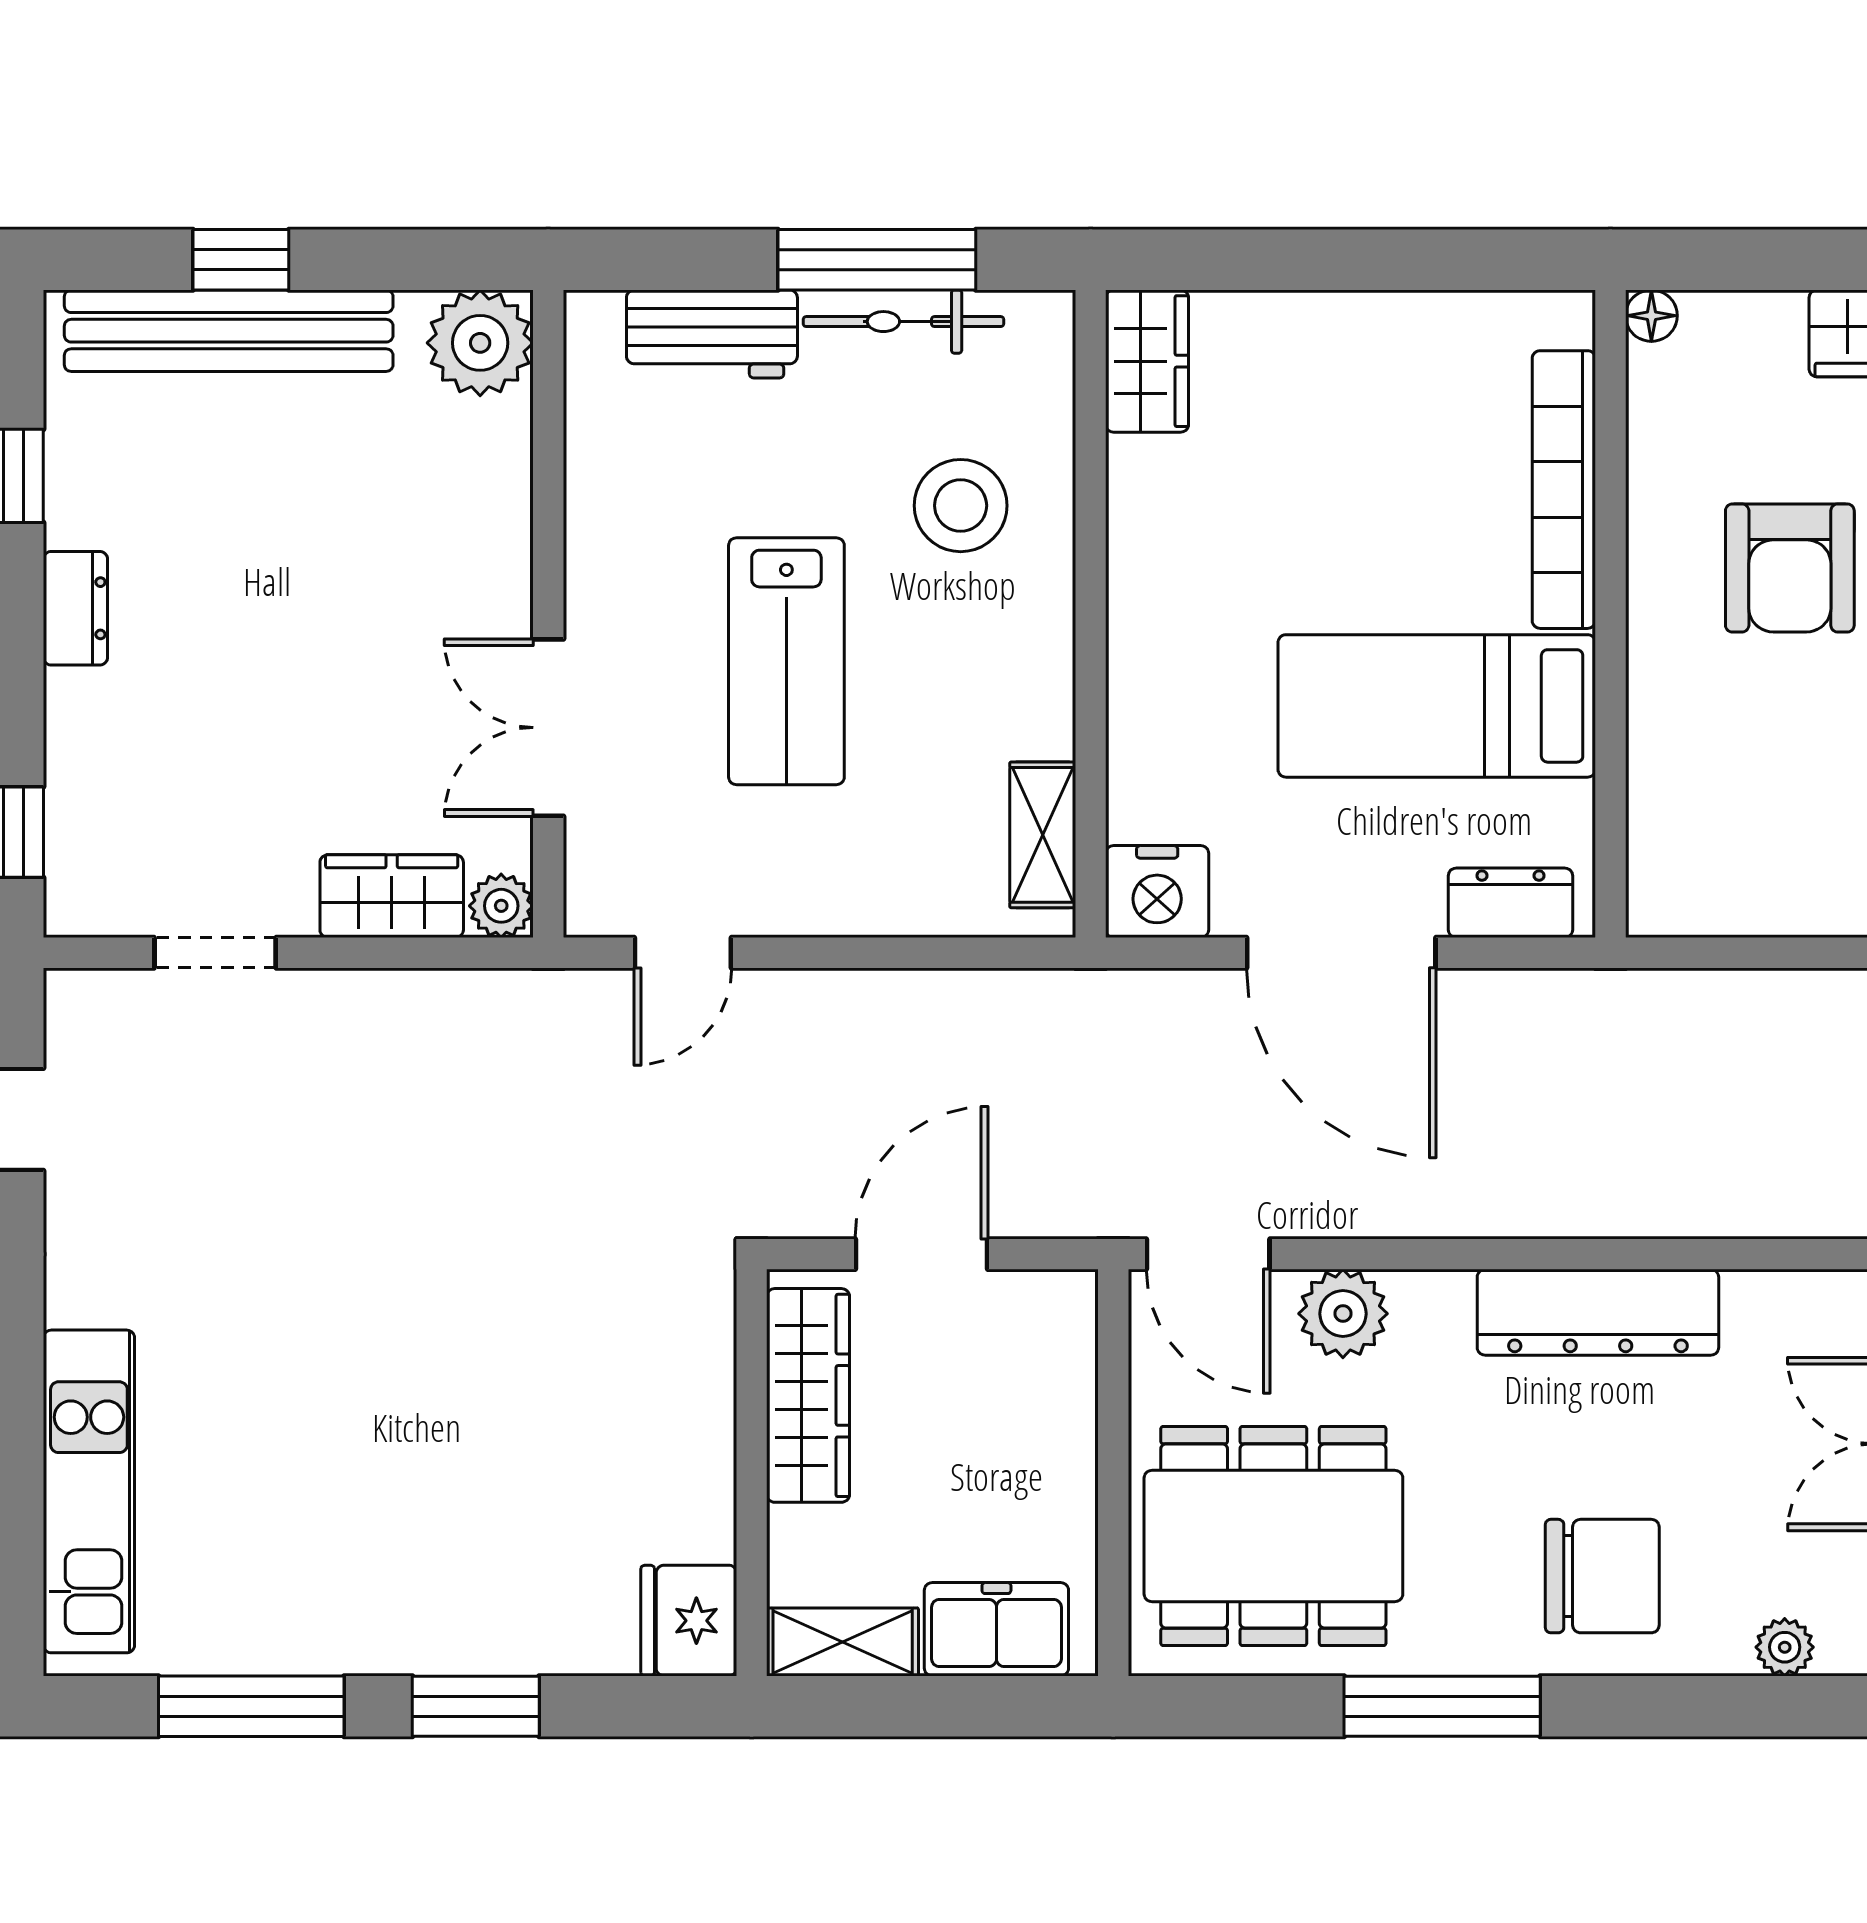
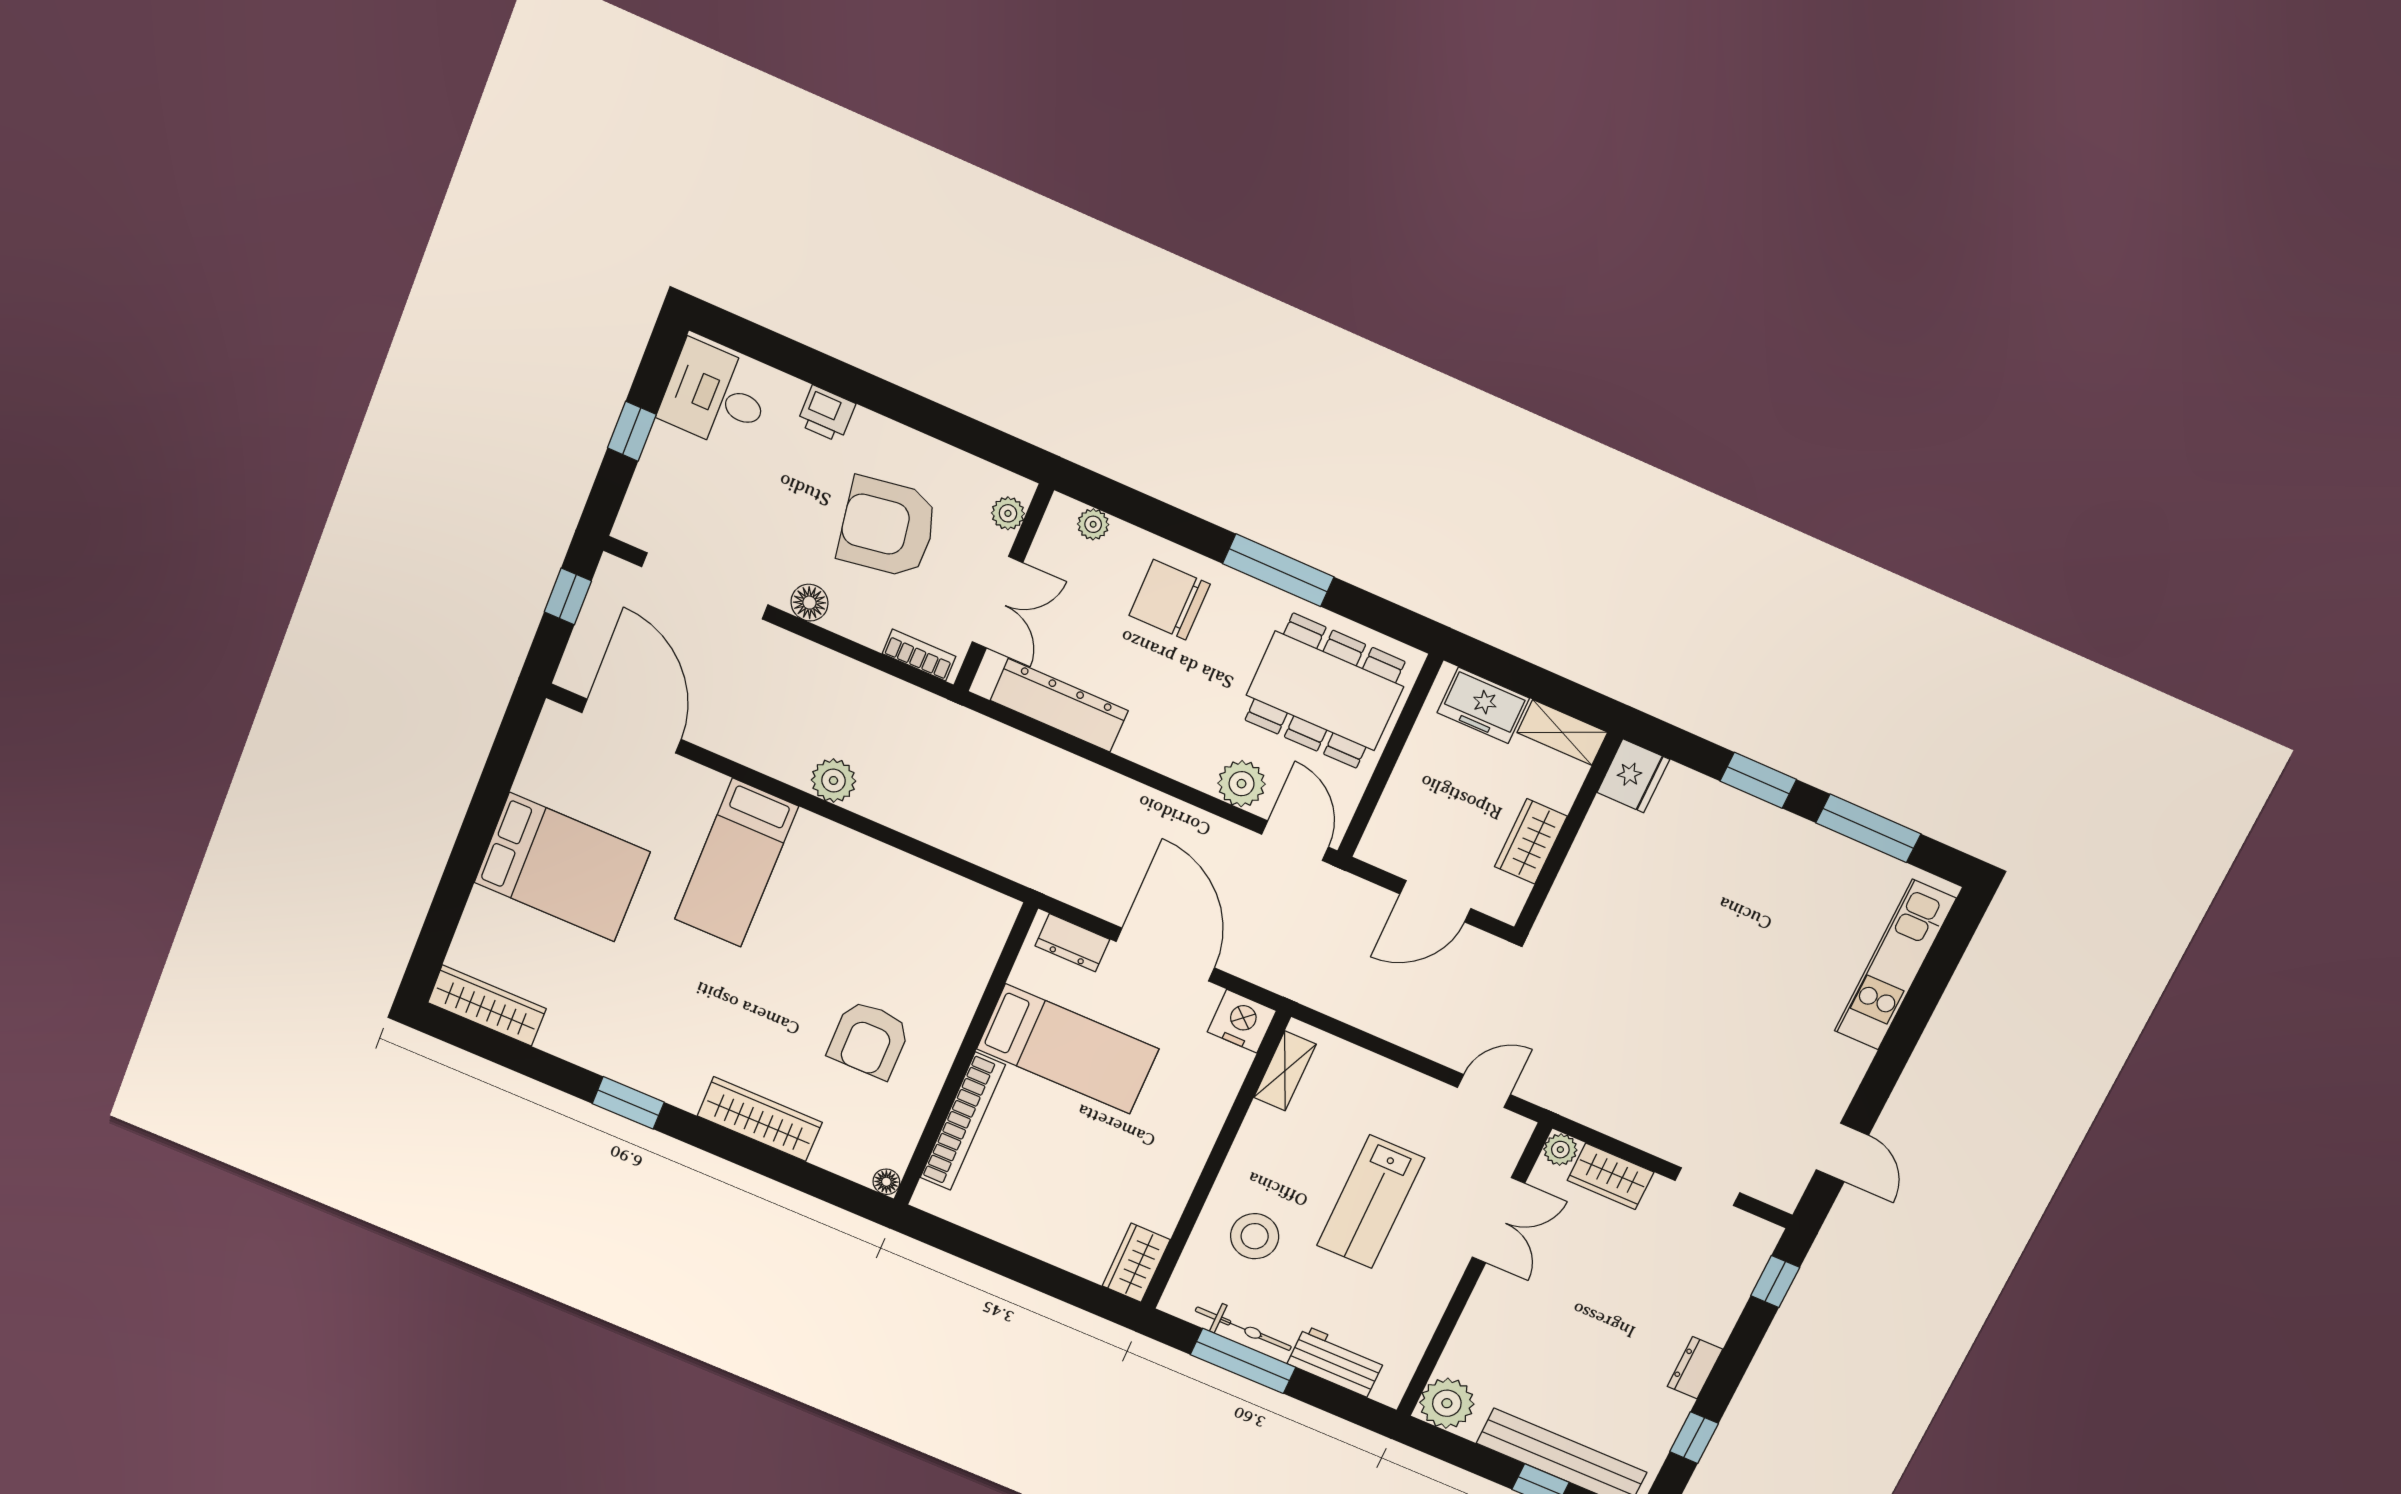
armchair: (1790, 568) -> (869, 1039), turned 180
lab bench: (786, 661) -> (1371, 1202), turned 180
dresser: (1598, 1312) -> (1059, 705), moved
wardrobe: (808, 1395) -> (1531, 841), width x0.67

